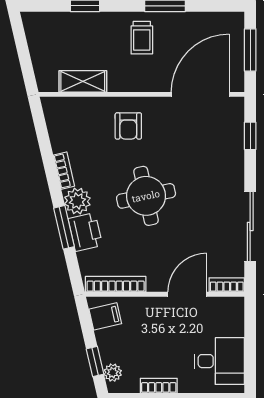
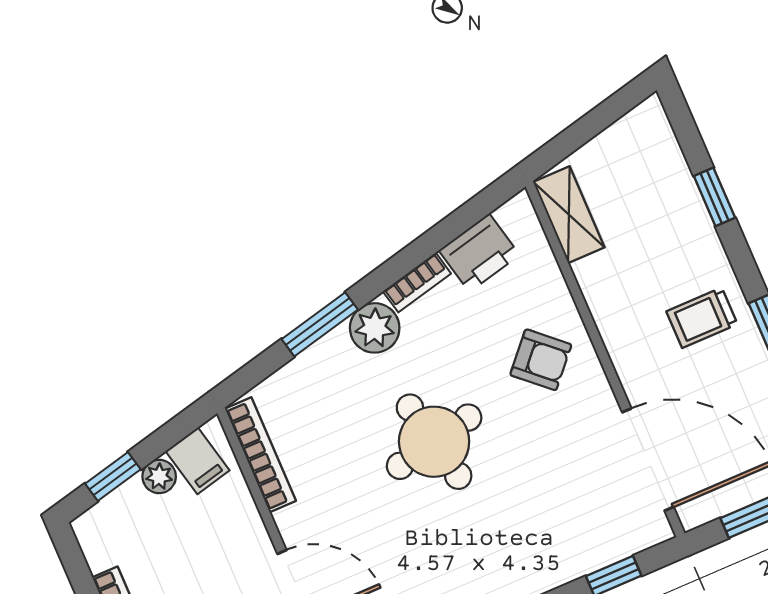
shelving: (83, 81) -> (569, 215), moved
armchair: (128, 126) -> (541, 360), turned -138
printer: (85, 232) -> (479, 253), moved
plant: (113, 373) -> (159, 477), moved

